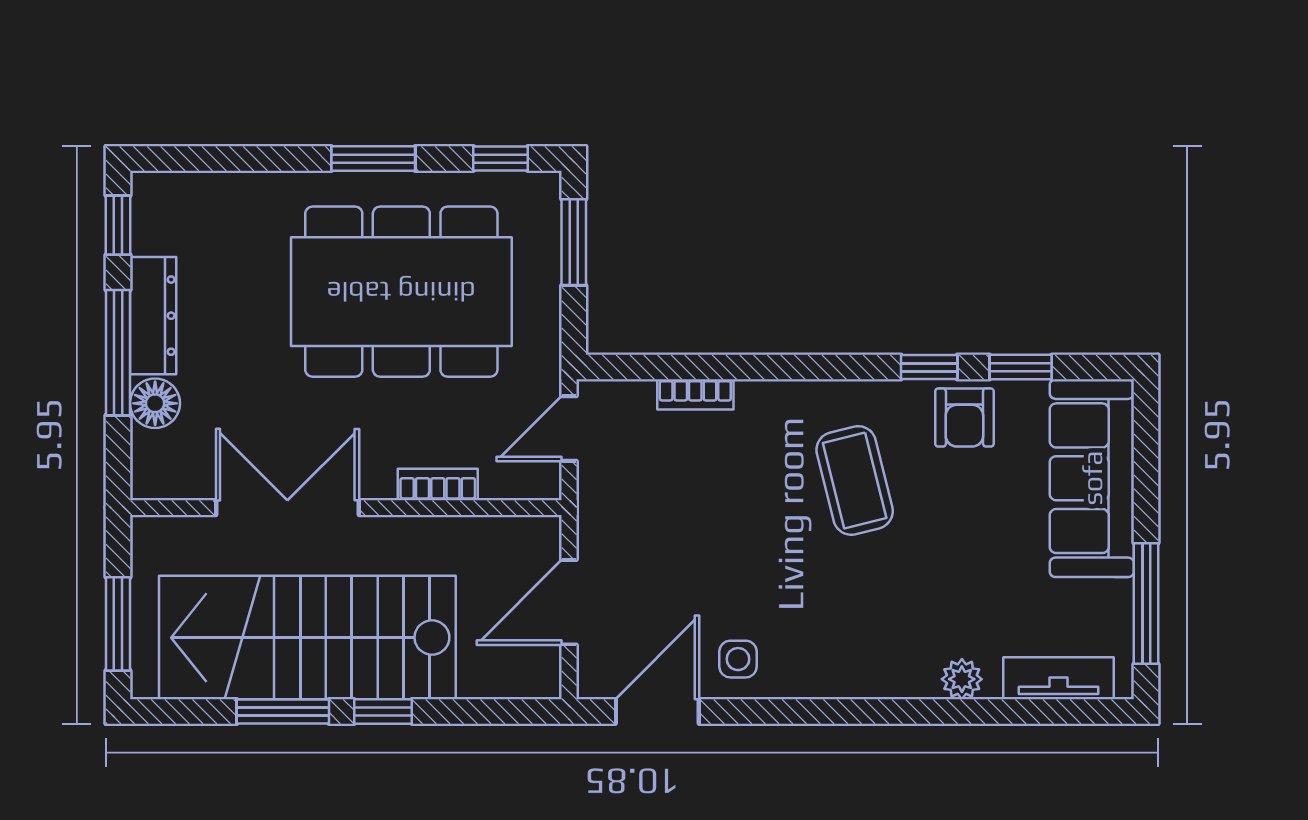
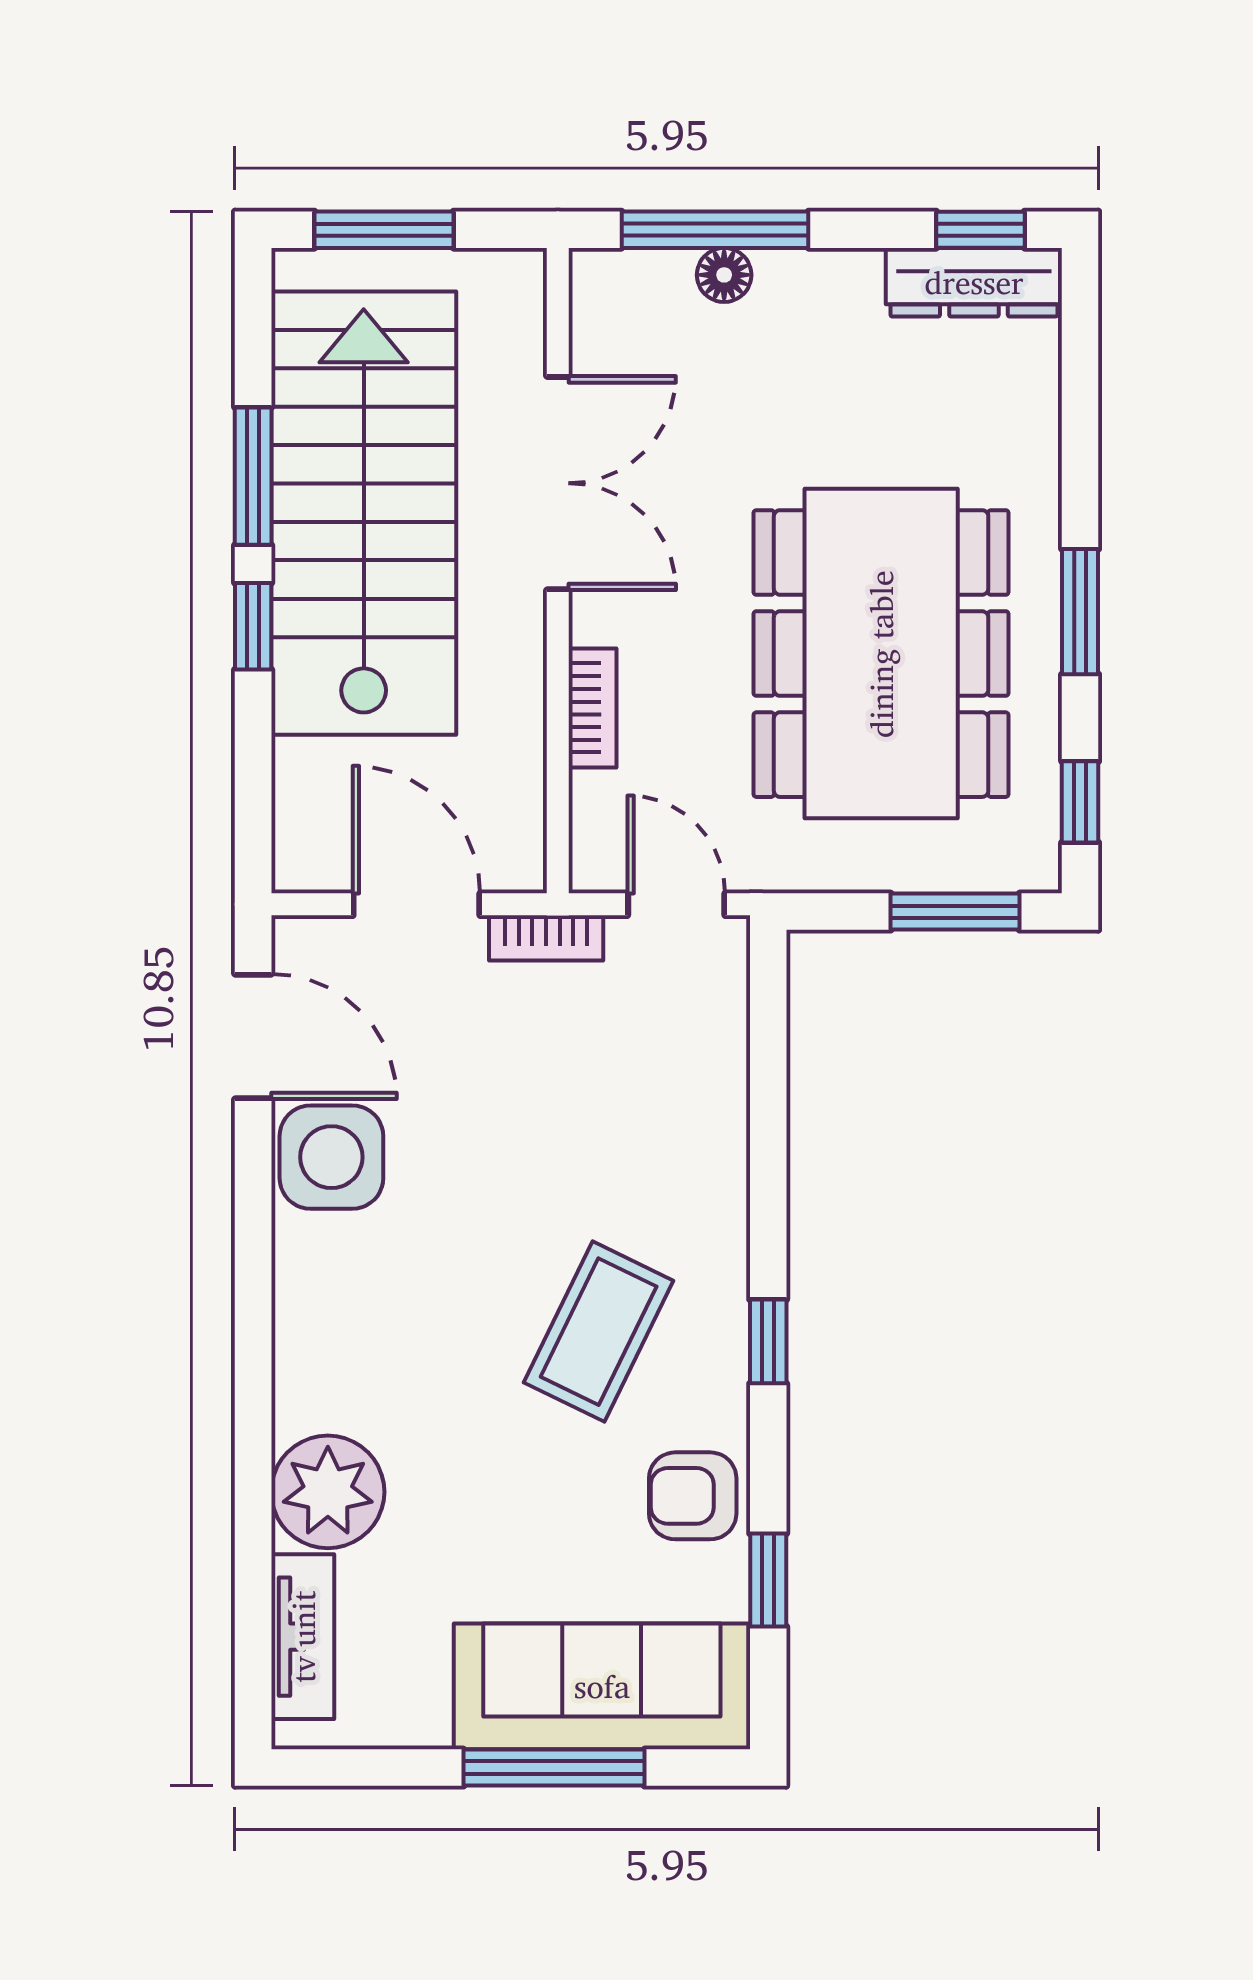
dresser: (153, 316) -> (974, 282), moved
window: (118, 353) -> (715, 230), moved
window: (929, 367) -> (768, 1341), moved
bookcase: (695, 394) -> (546, 938), moved, turned -90
floor lamp: (155, 403) -> (724, 275), width x0.73, depth x0.73
coffee table: (855, 480) -> (599, 1332), turned -50
window: (1146, 604) -> (554, 1768), moved
side table: (738, 659) -> (331, 1157), width x1.87, depth x1.87
plant: (962, 679) -> (328, 1492), width x1.88, depth x1.88

